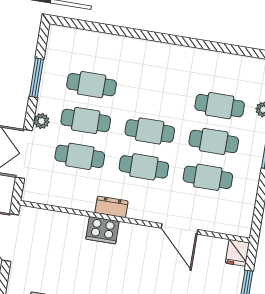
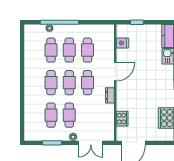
cafe table: (80, 156) -> (51, 83), moved
door: (179, 229) -> (115, 72), moved
cooker: (103, 230) -> (122, 119), moved
fridge: (237, 253) -> (122, 43), moved

